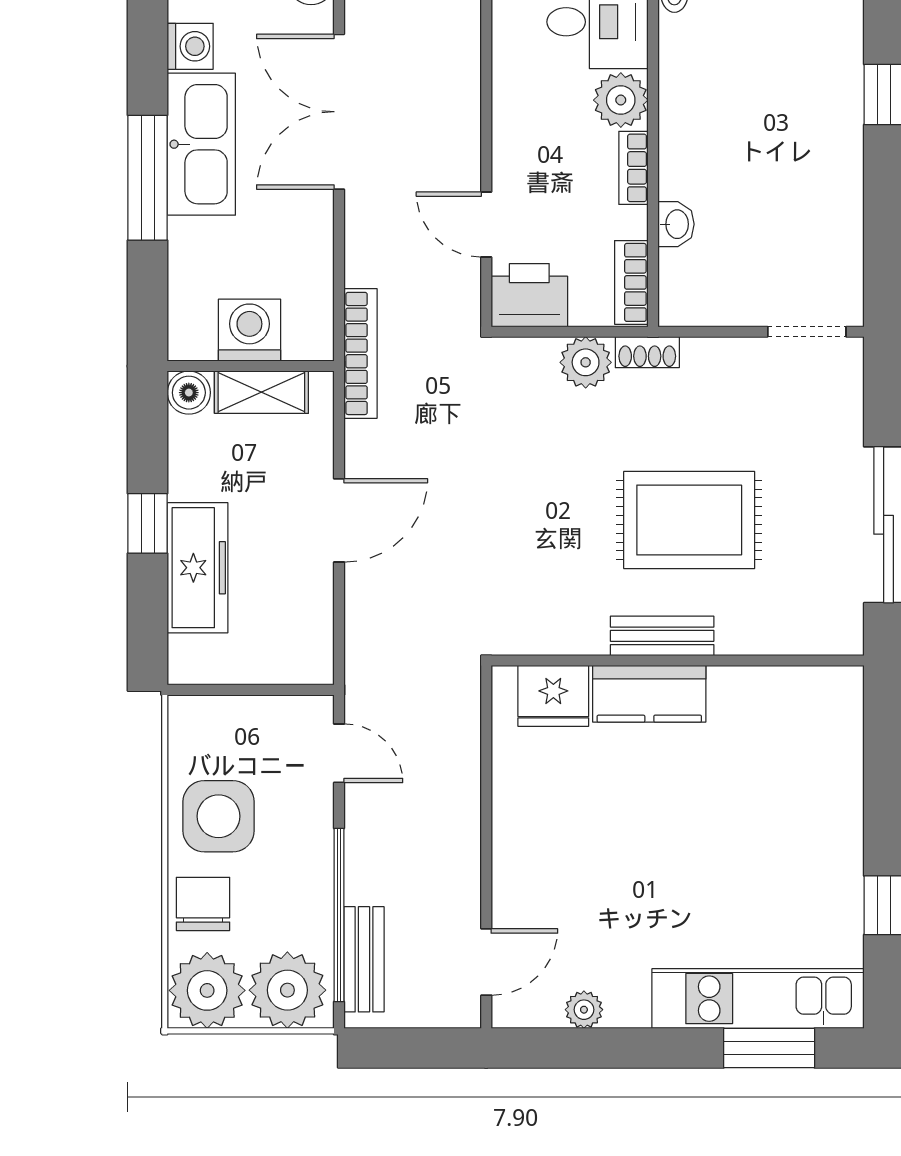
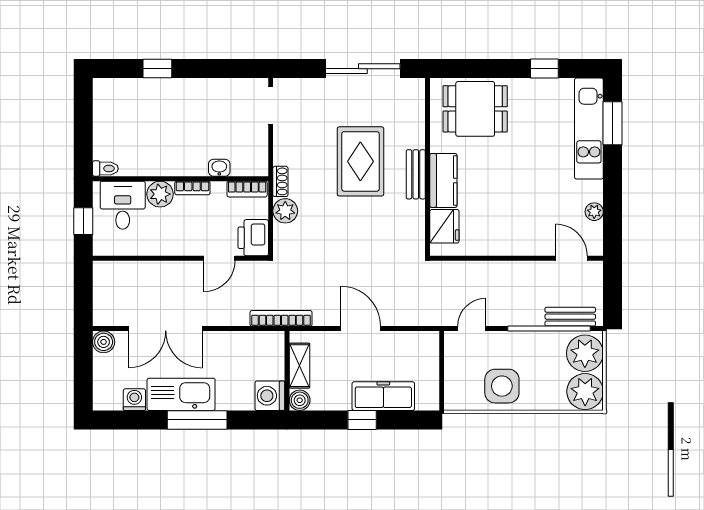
washing machine: (249, 330) -> (270, 396), moved
dining table: (799, 760) -> (475, 109), added
chair: (203, 904) -> (544, 394), removed

